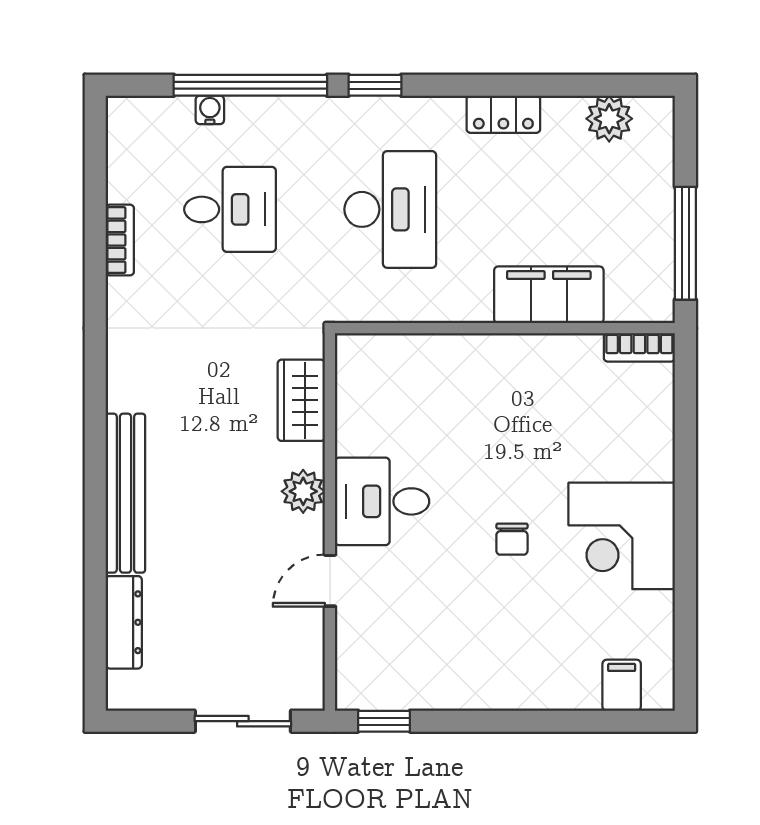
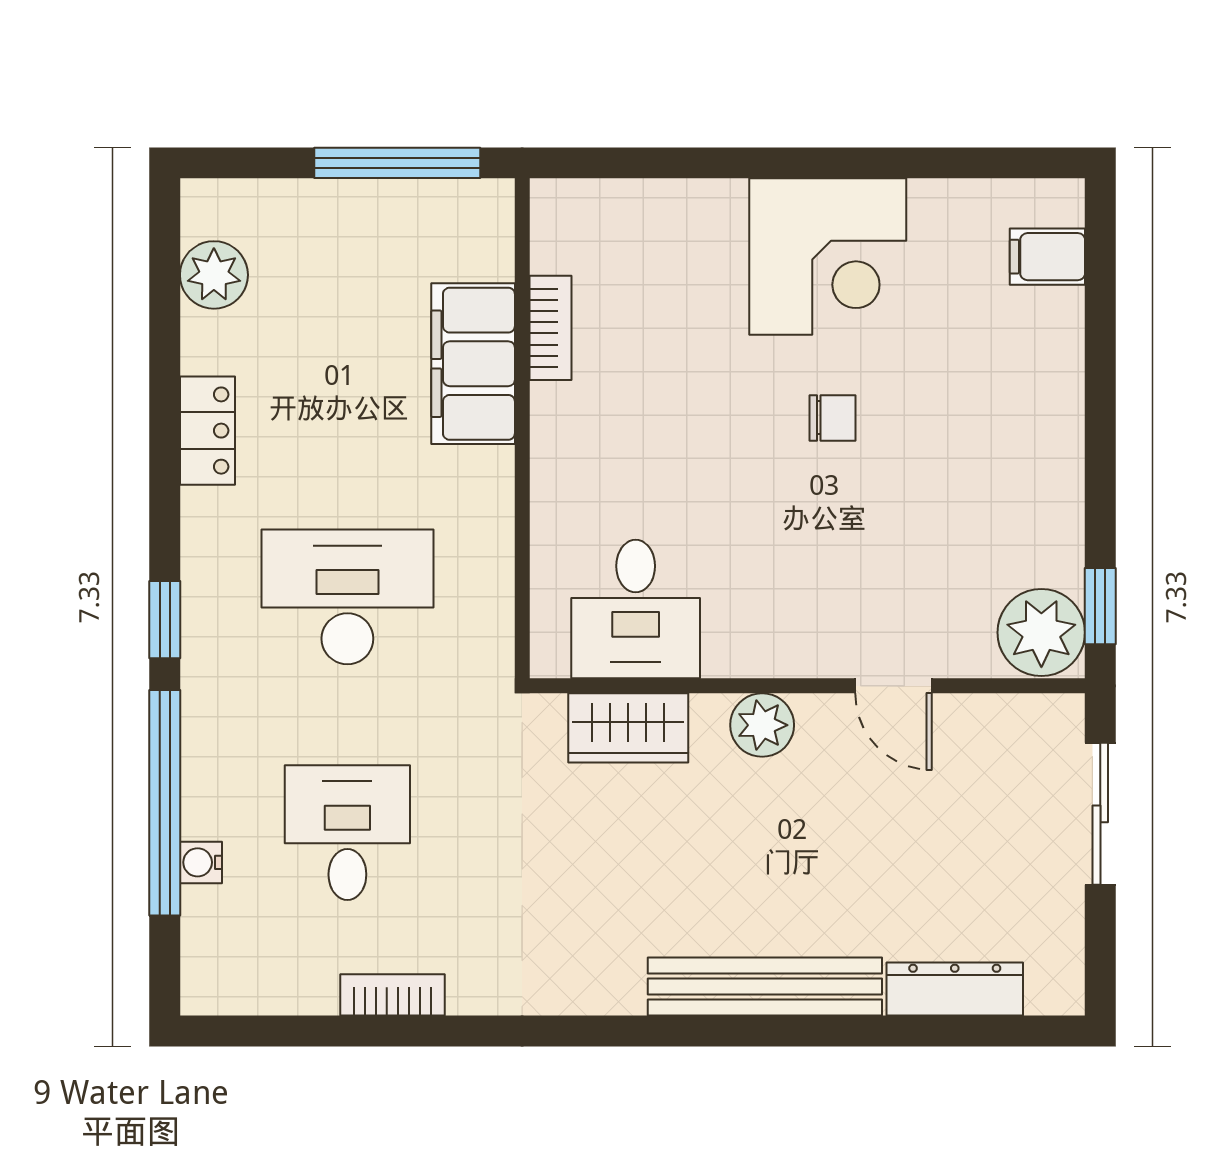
bookcase: (639, 347) -> (550, 328), moved
desk: (382, 501) -> (636, 609), moved
plant: (366, 681) -> (1041, 633), added

